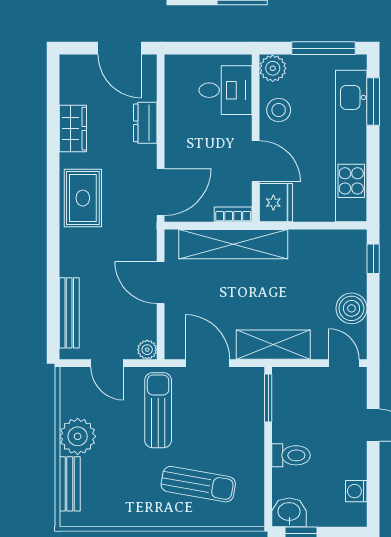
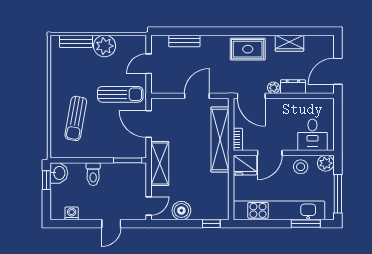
bench: (69, 313) -> (184, 41), width x0.73
plant: (147, 350) -> (273, 88), moved
door: (207, 363) -> (149, 124), swing flipped

